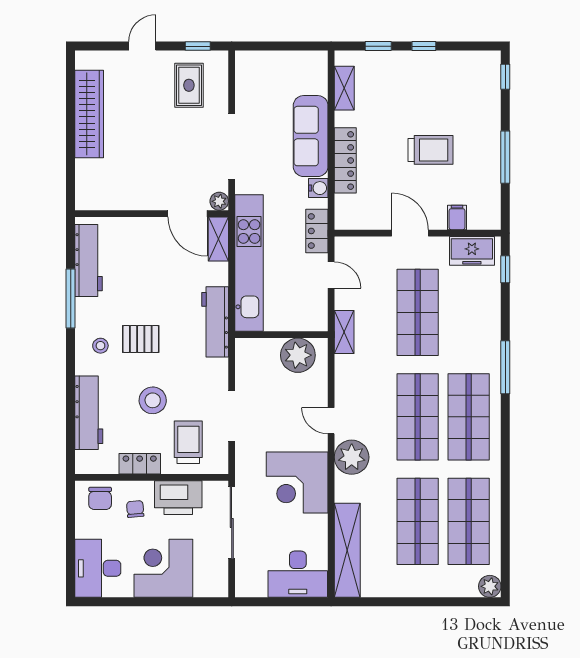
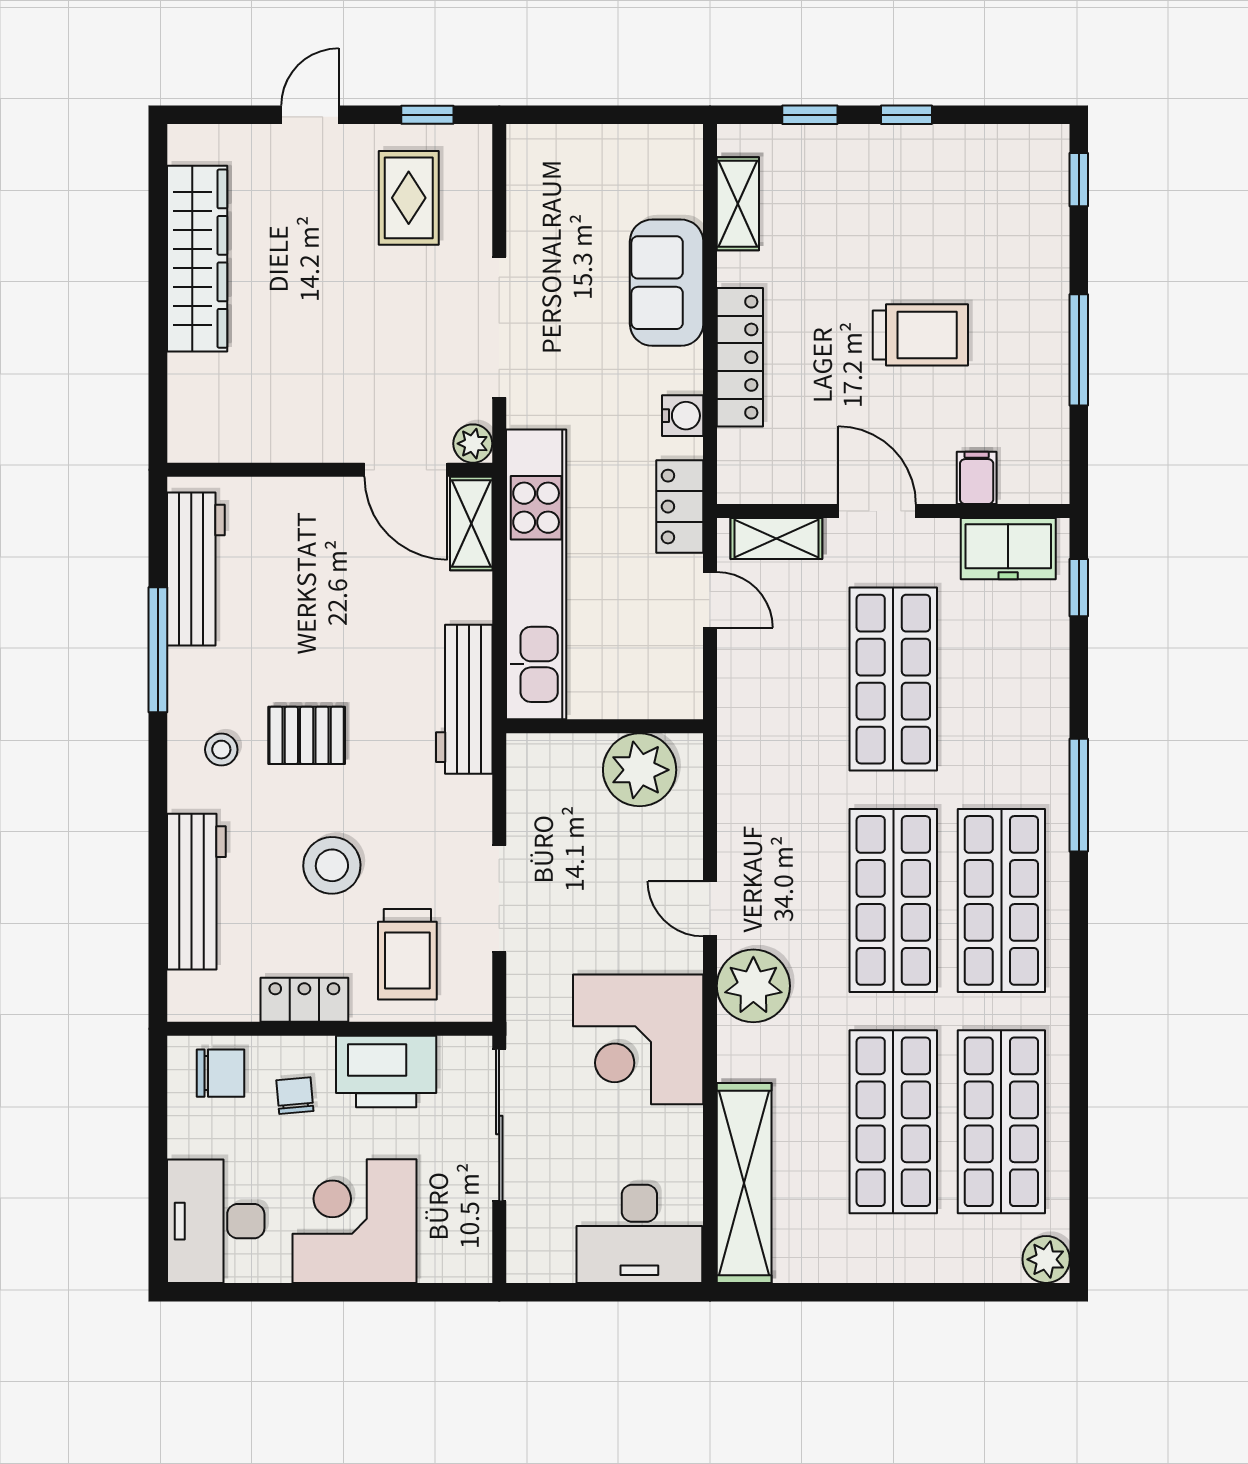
sofa: (311, 136) -> (667, 283), width x0.73
shelving: (344, 332) -> (776, 538), moved, turned 90
trolley: (188, 442) -> (407, 954), turned 180
chair: (100, 498) -> (220, 1073), turned -90

